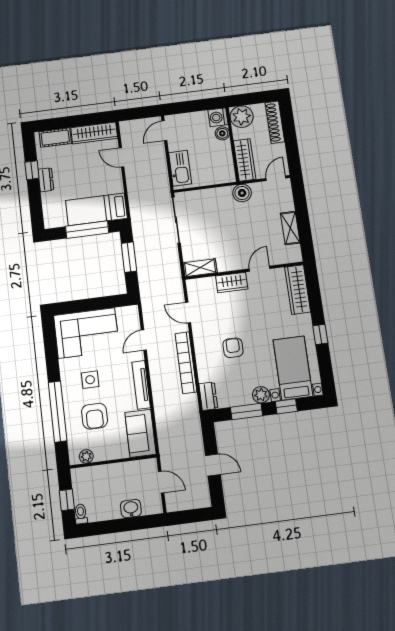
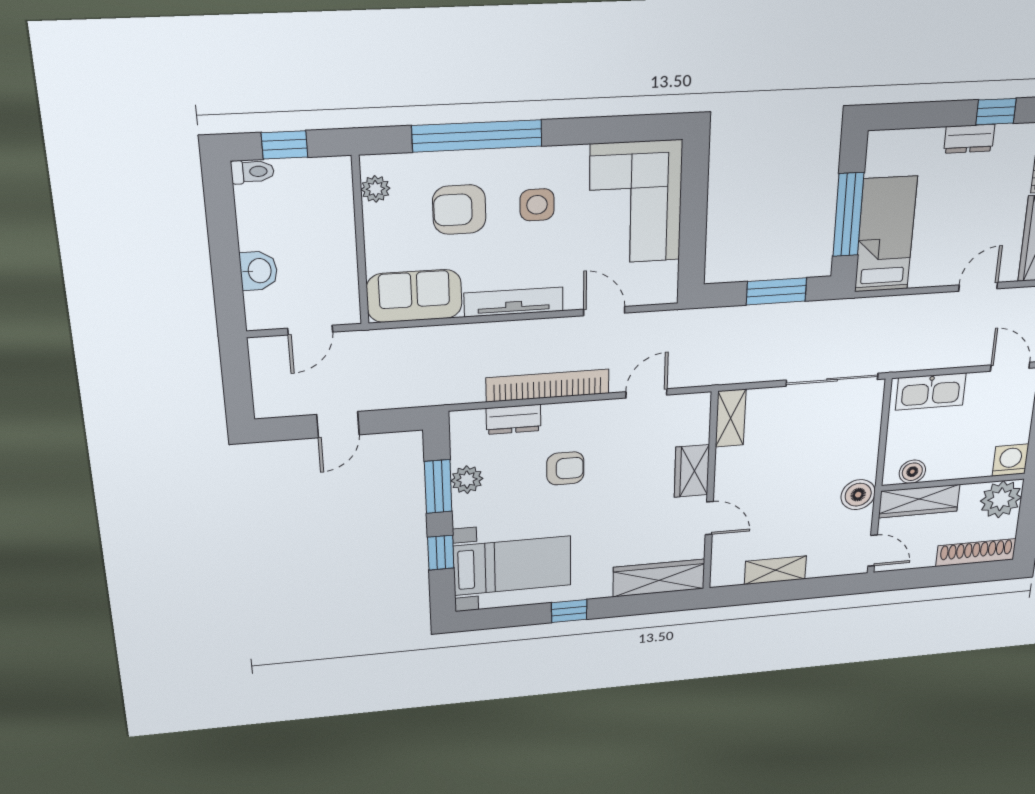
boiler: (222, 133) -> (912, 472), moved
plant: (261, 395) -> (467, 480), moved
dresser: (208, 396) -> (514, 419), moved

